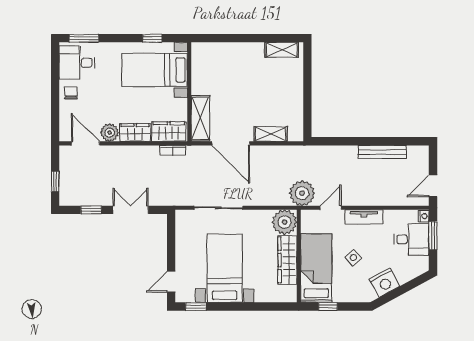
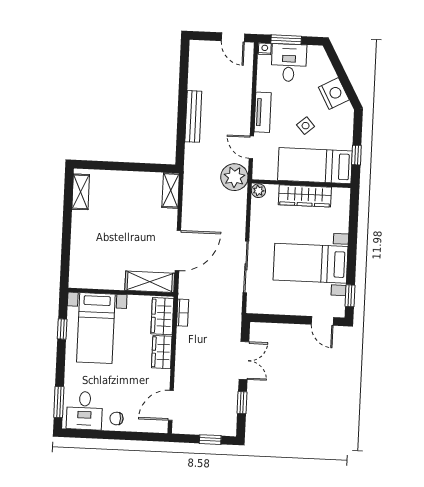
plant: (110, 133) -> (161, 379), removed
shelving: (271, 134) -> (171, 190), moved
bench: (382, 152) -> (193, 116), moved
double door: (131, 210) -> (244, 361), swing flipped
plant: (285, 222) -> (258, 191), width x0.53, depth x0.53

